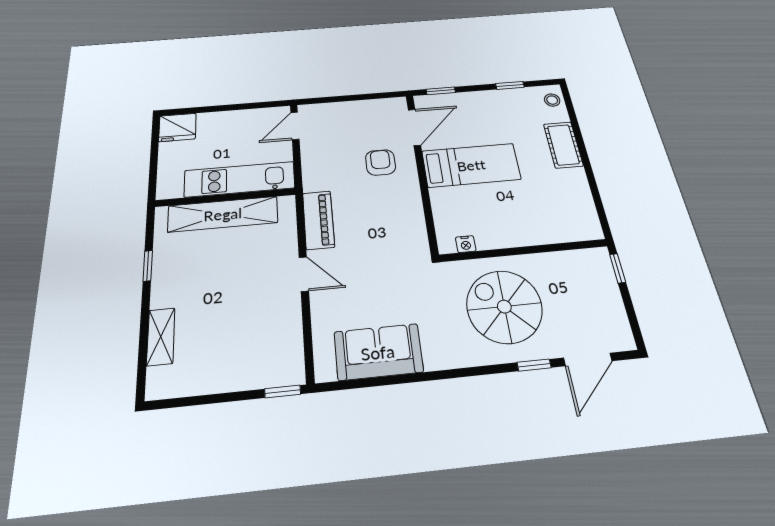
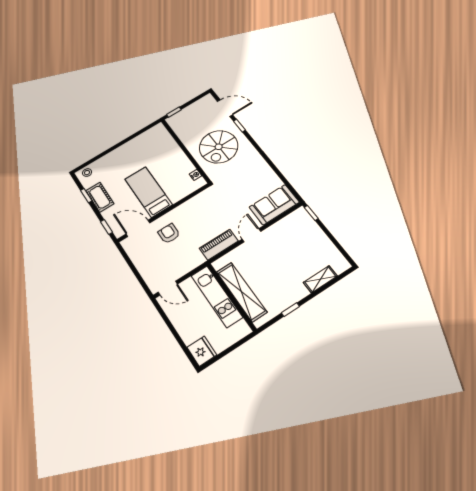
cot: (563, 145) -> (100, 197), moved, turned 90
armchair: (380, 162) -> (169, 234), turned 90
sofa: (378, 352) -> (274, 205), moved, turned 90

